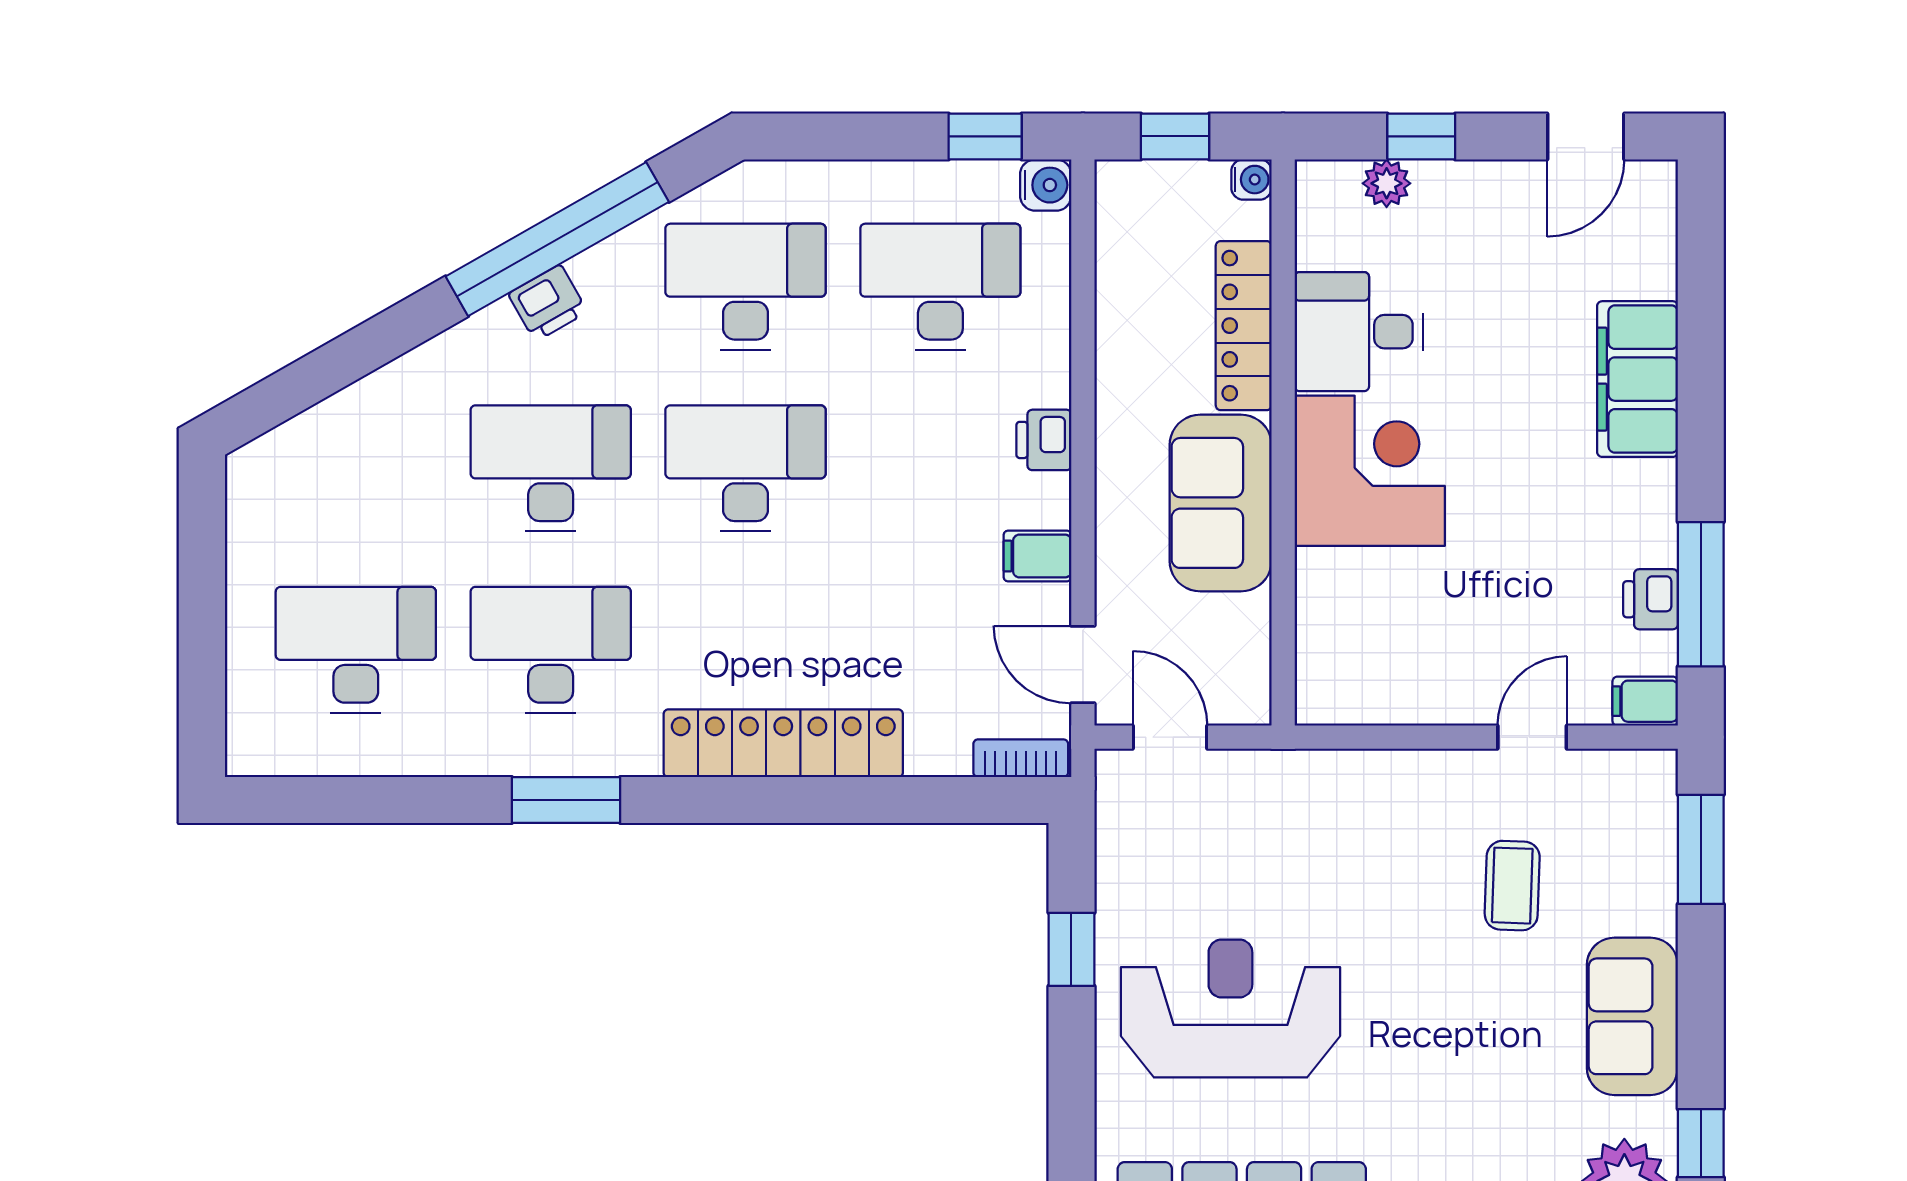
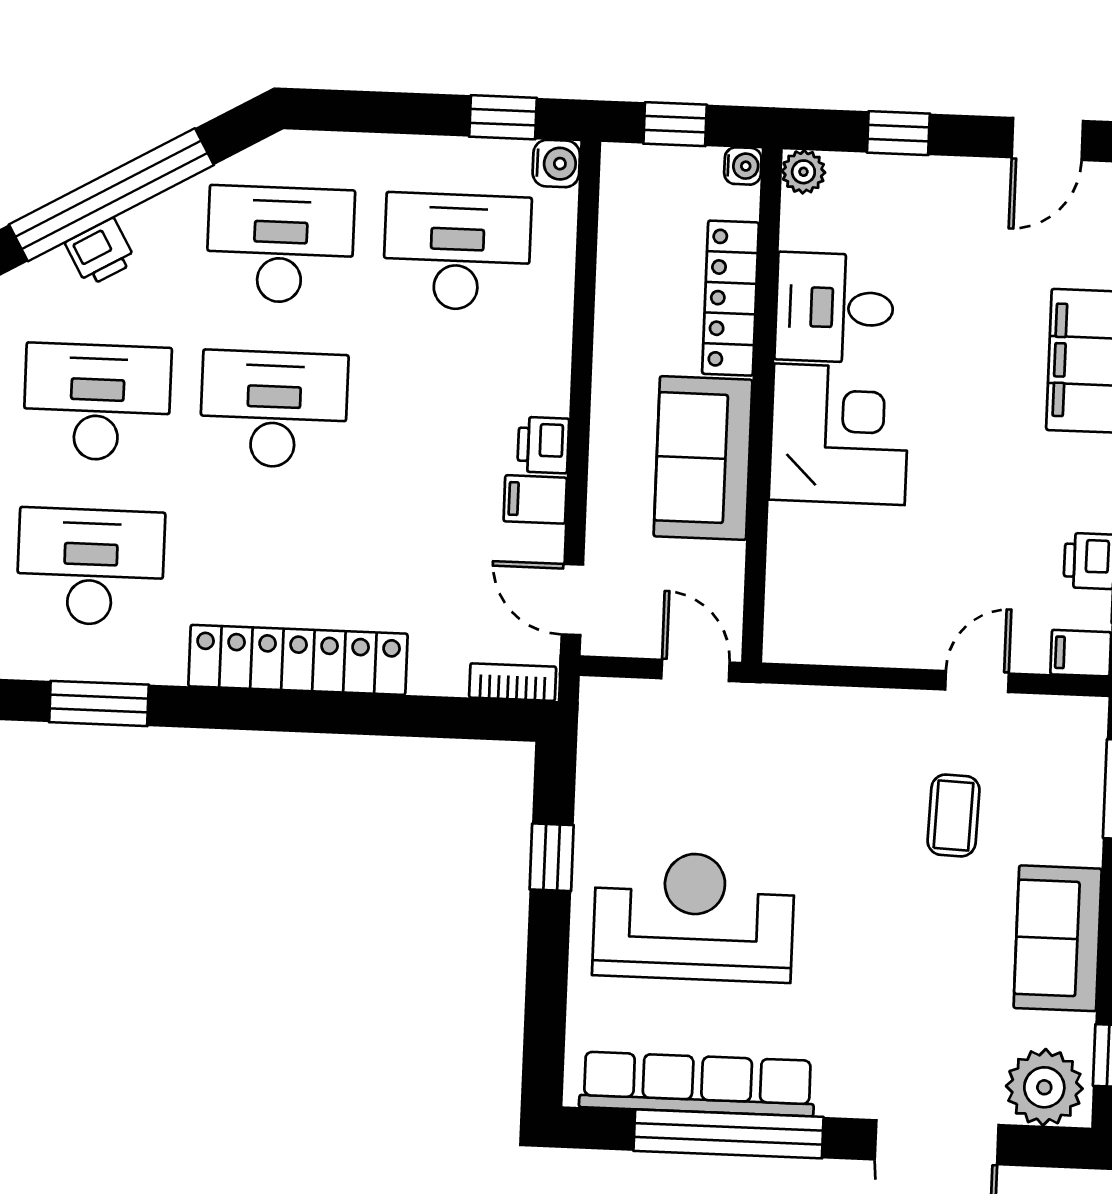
plant: (1387, 183) -> (803, 172), moved
printer: (1044, 440) -> (543, 445), moved
door: (1170, 737) -> (695, 670), moved

